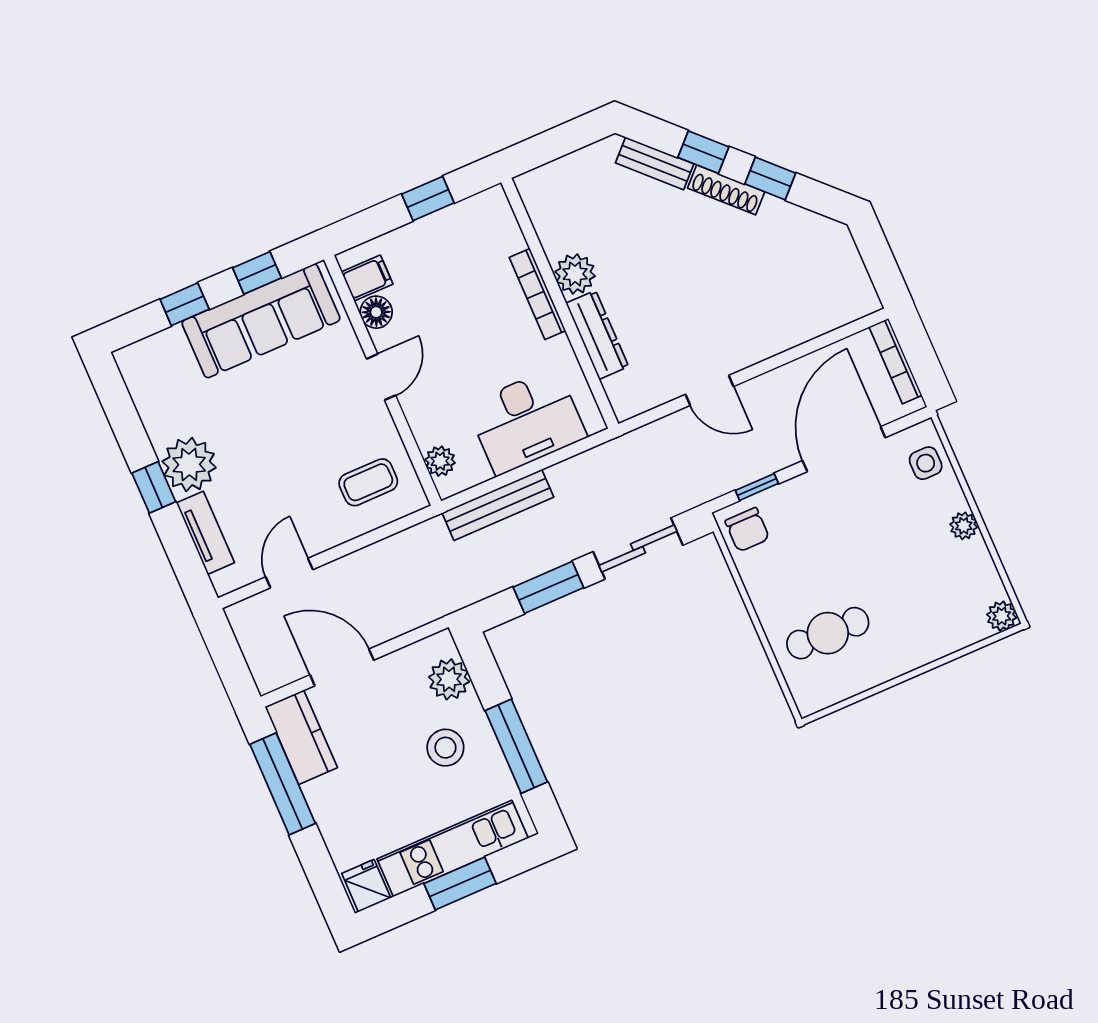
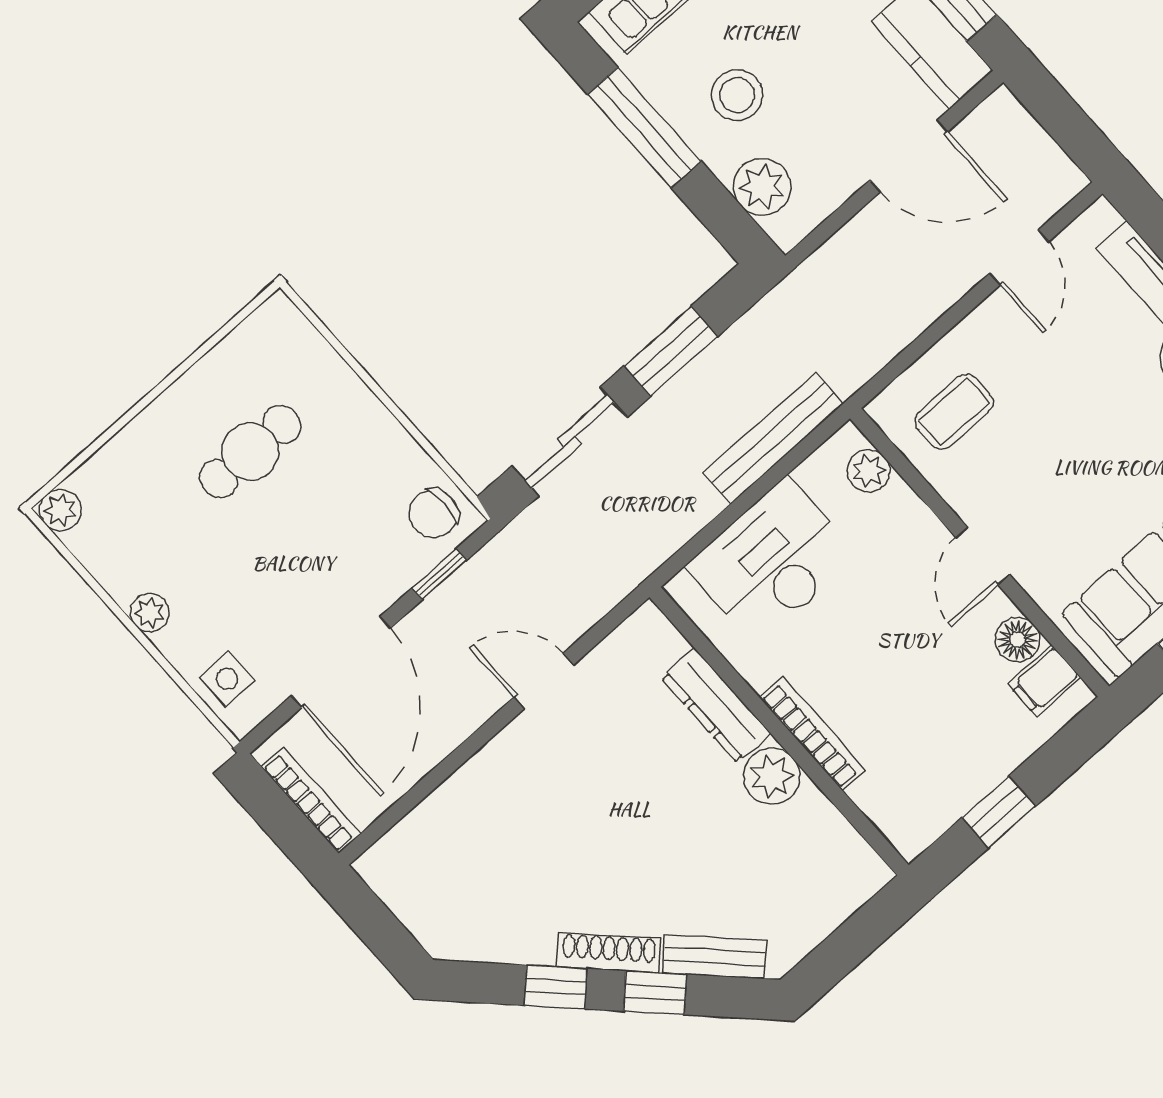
chair: (747, 530) -> (434, 514), turned -90
cafe table: (828, 633) -> (250, 452), moved

